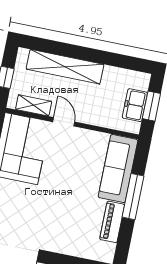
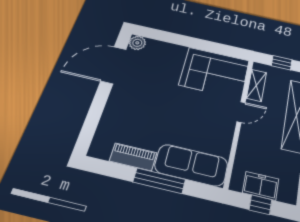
window: (151, 106) -> (260, 205), width x0.67

